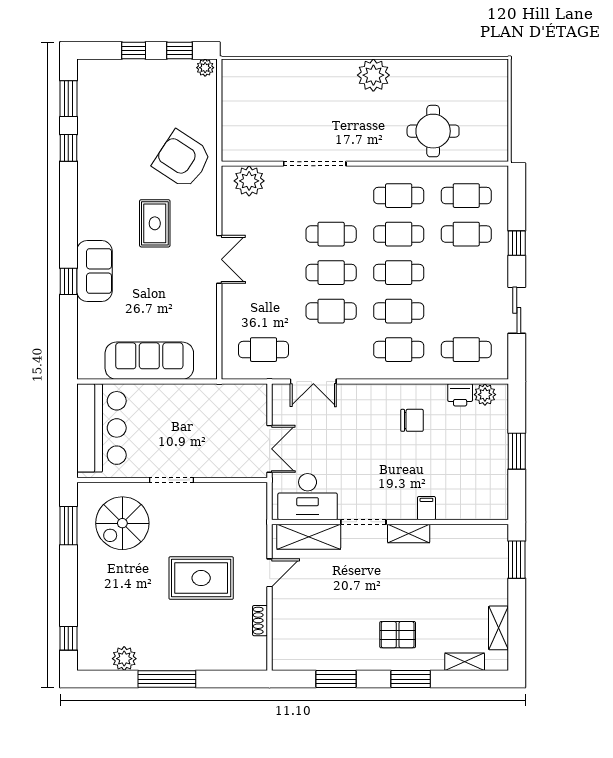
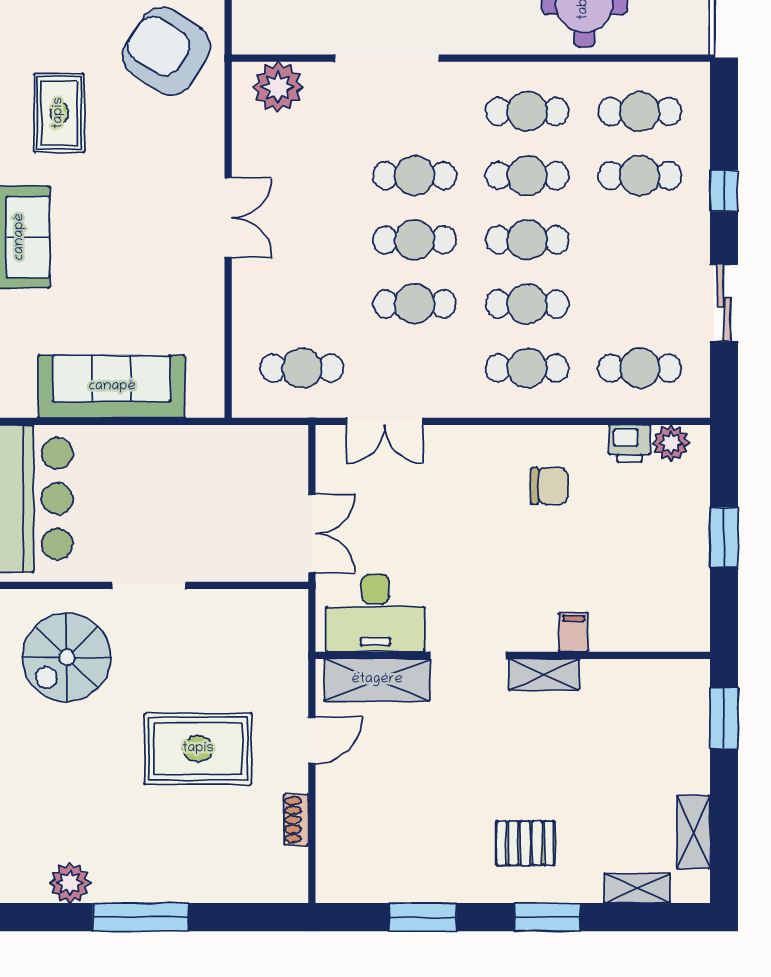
rug: (155, 223) -> (59, 113), moved

